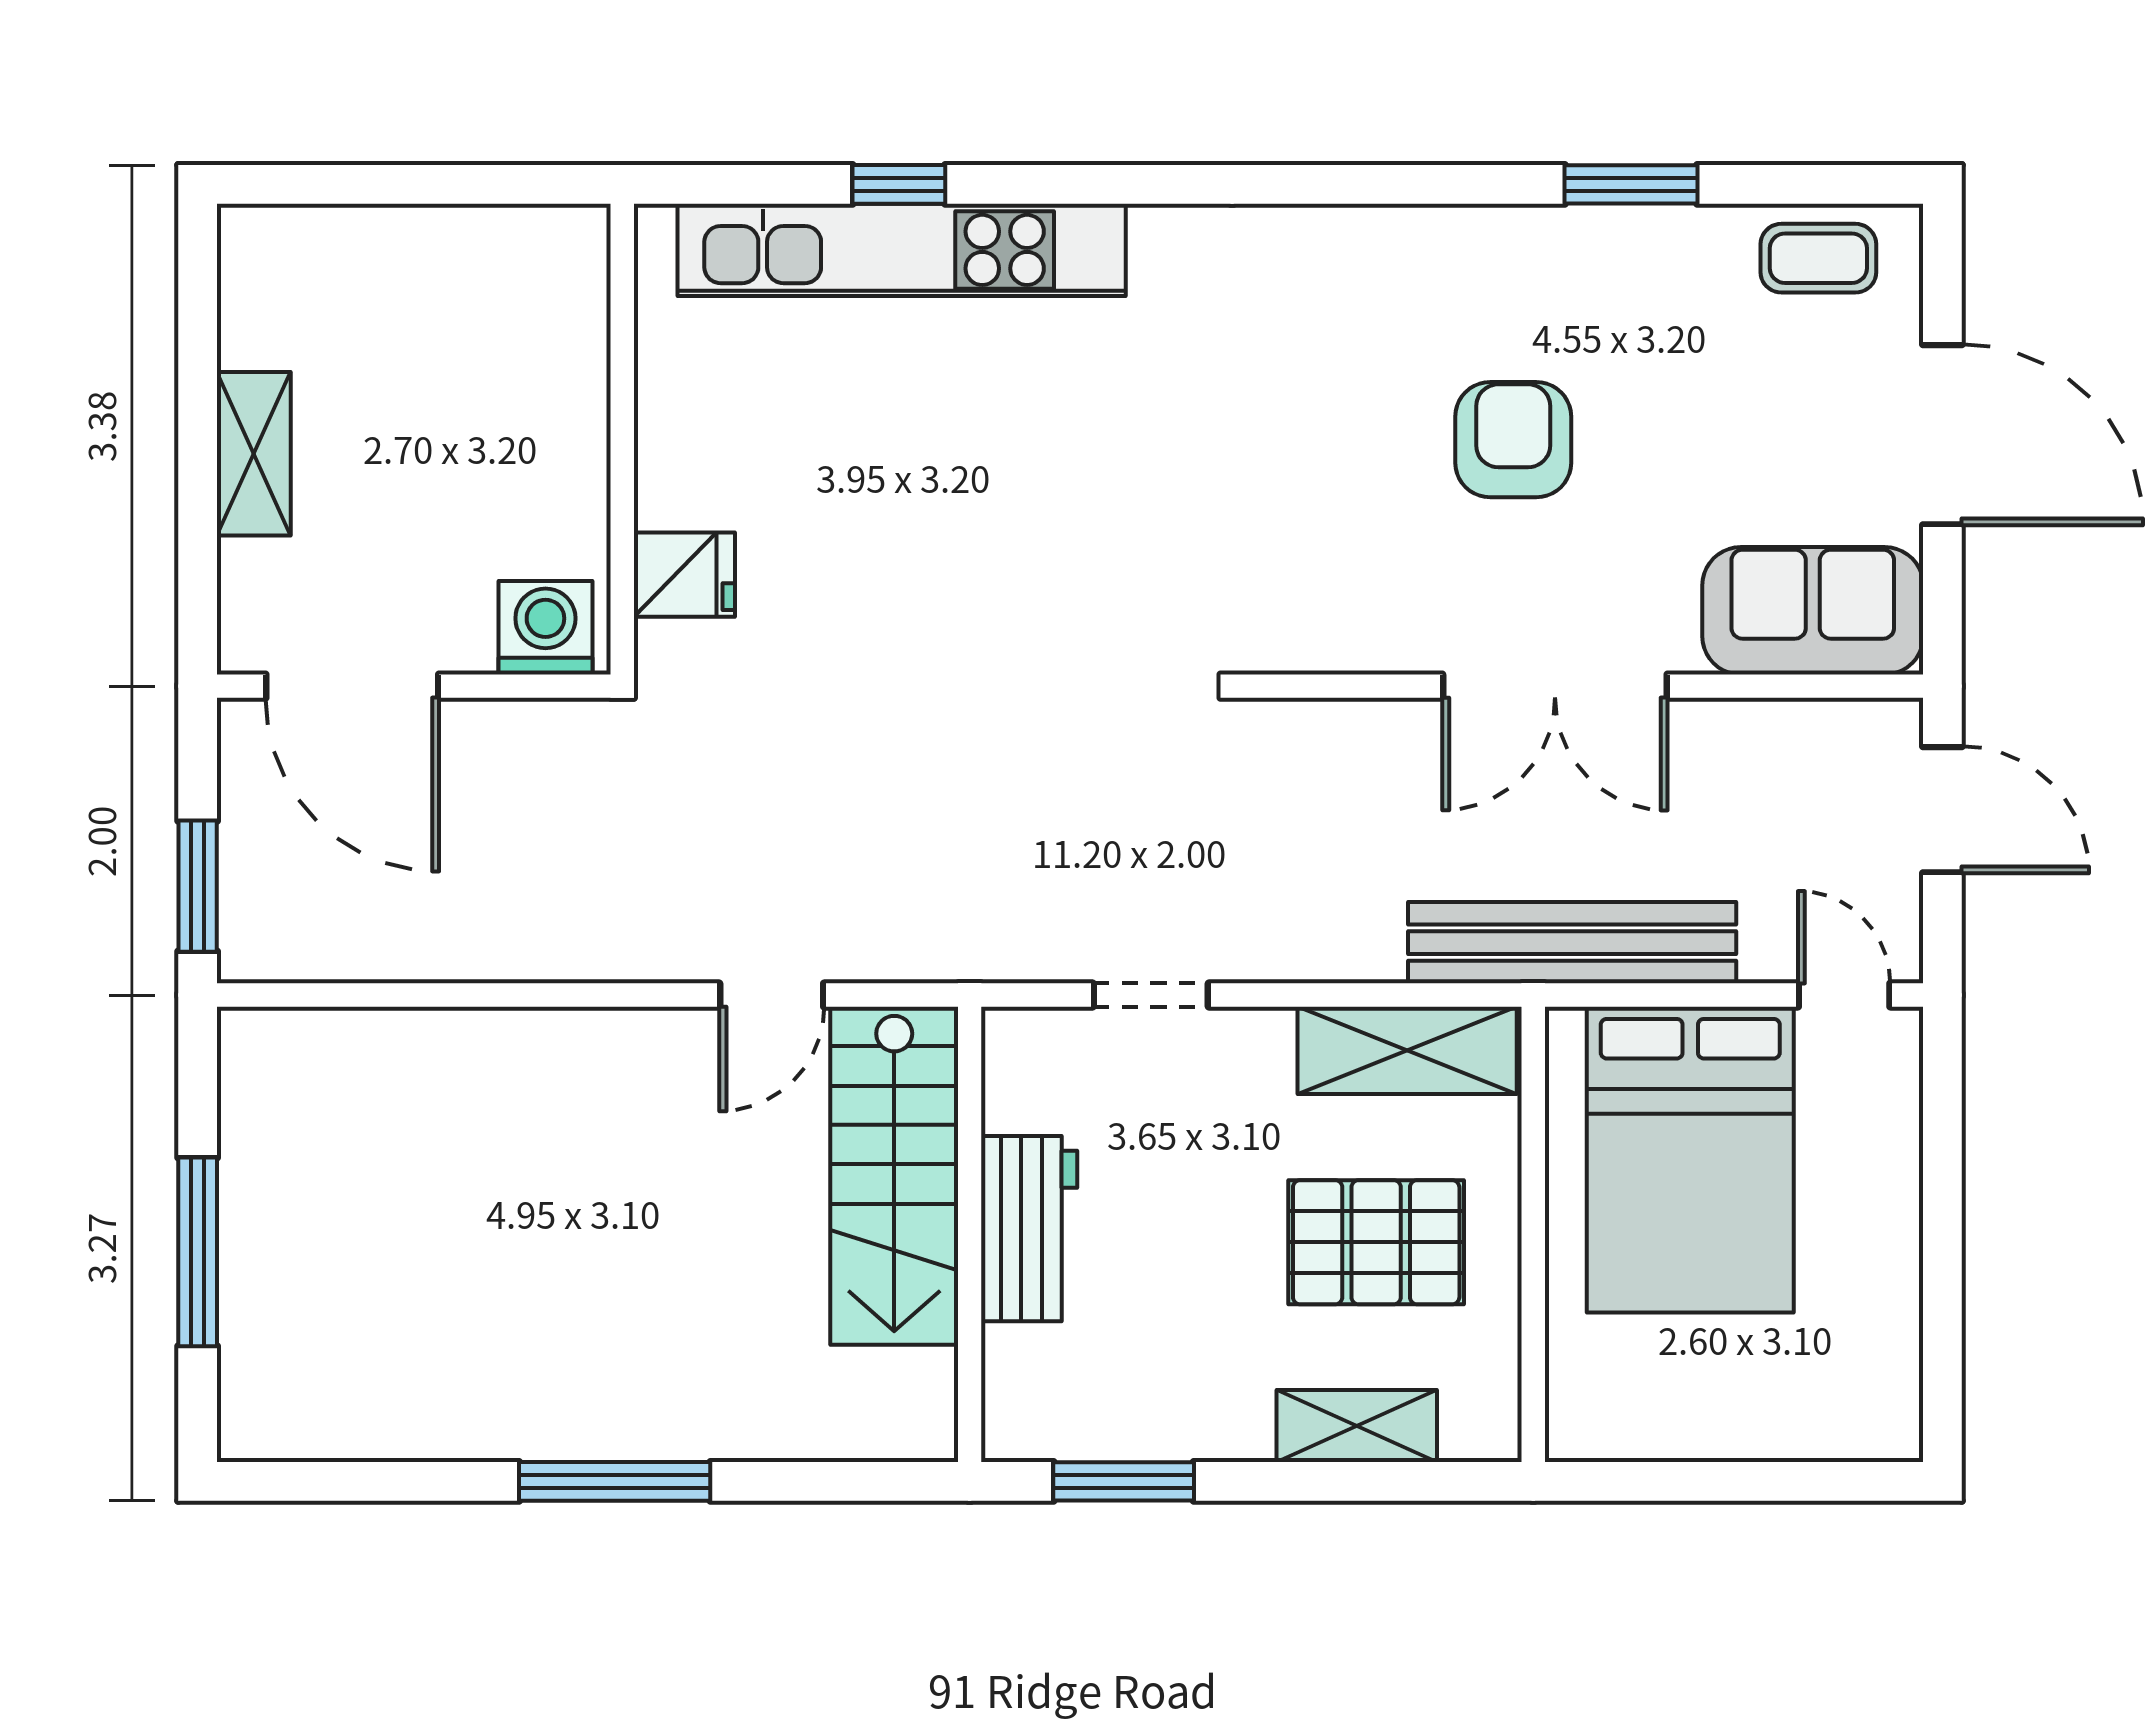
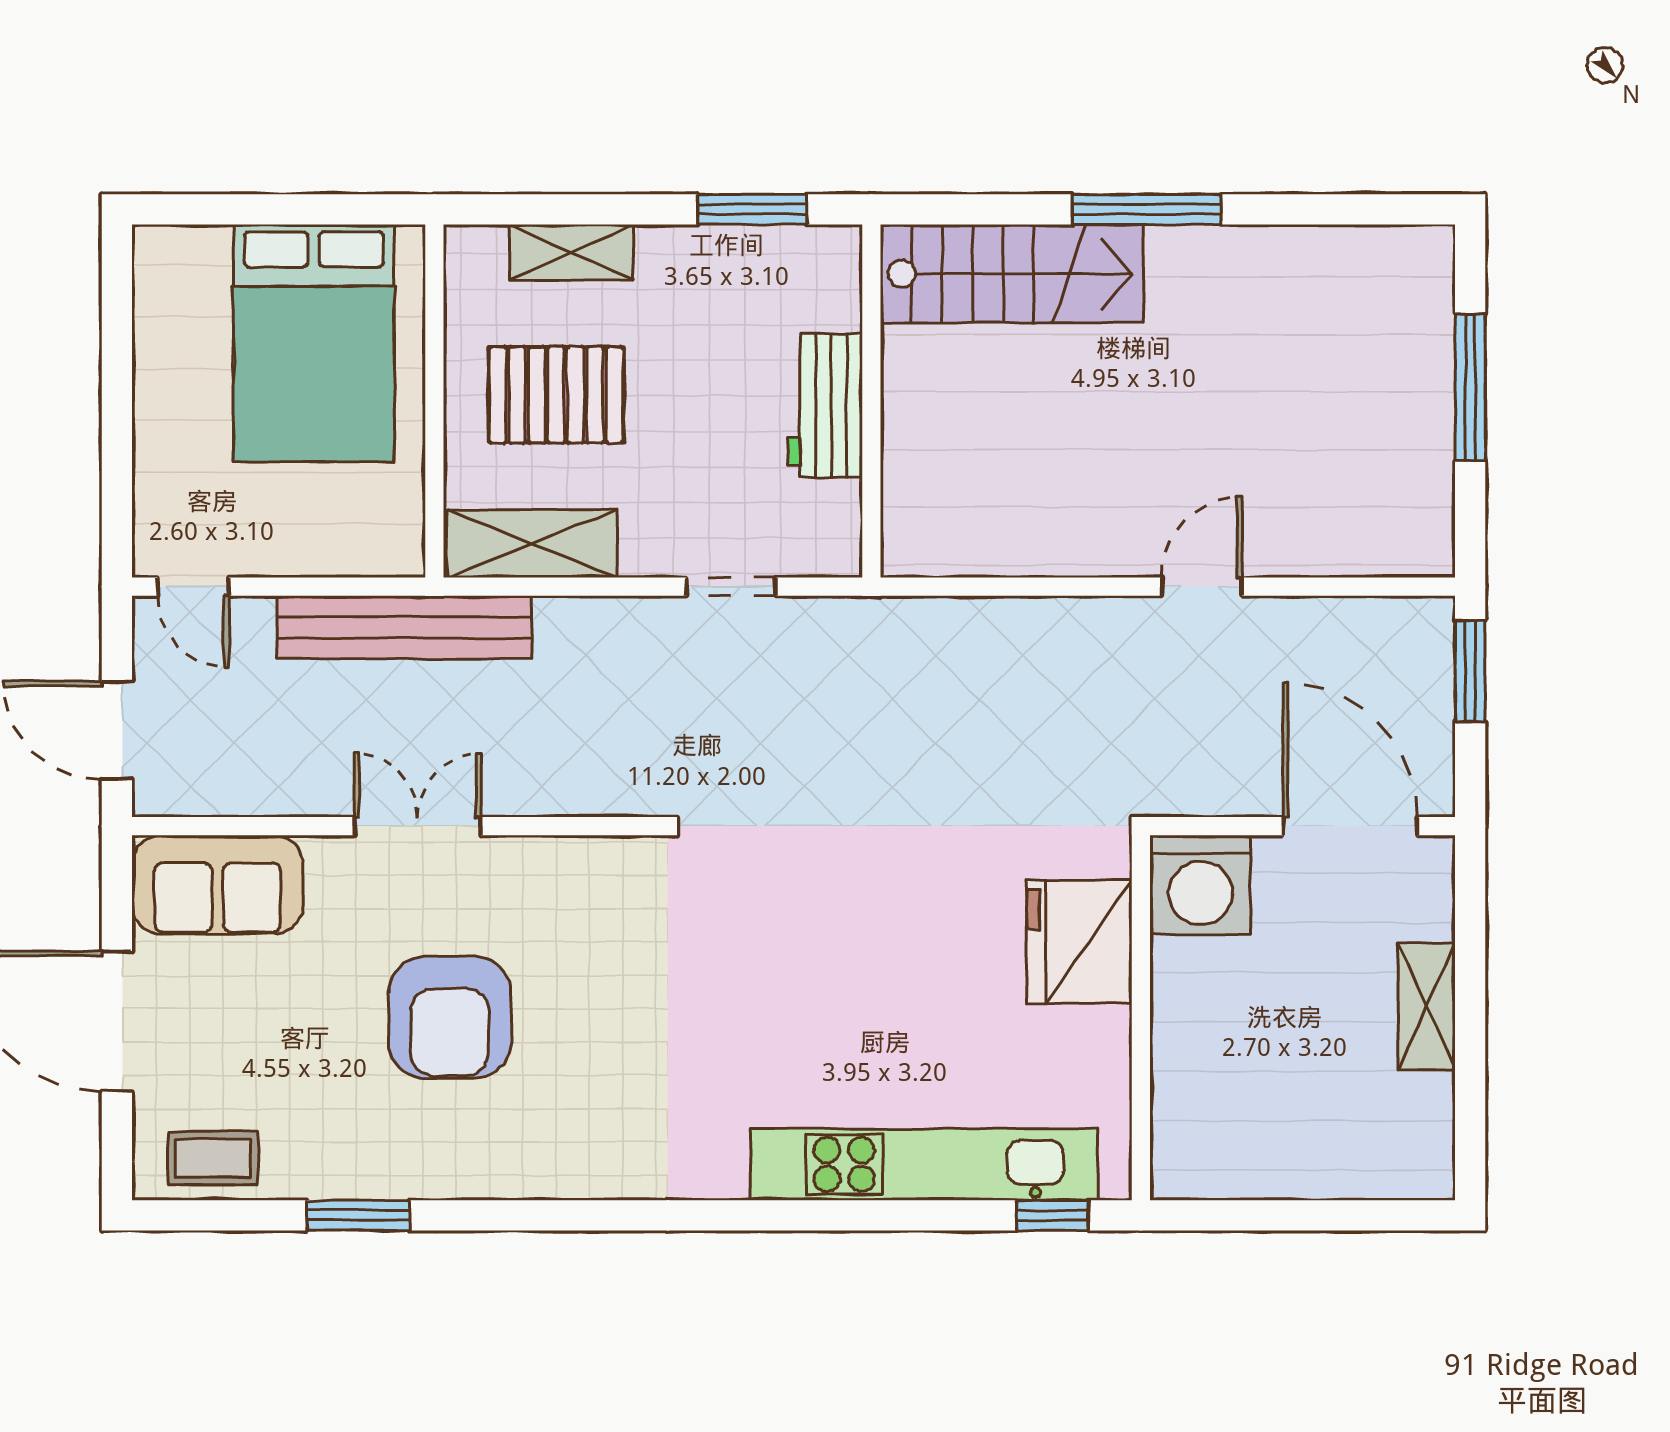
window: (899, 184) -> (1052, 1215), moved
armchair: (1513, 440) -> (450, 1017), width x1.36, depth x1.36
fridge: (684, 575) -> (1079, 942), width x1.88, depth x1.34
washing machine: (545, 628) -> (1200, 885), width x1.37, depth x1.37
double door: (1555, 686) -> (417, 826), width x0.73
door: (772, 995) -> (1202, 587), moved
bed: (1690, 1160) -> (314, 343), moved, turned 180
stairs: (894, 1176) -> (1012, 274), moved, turned 90

